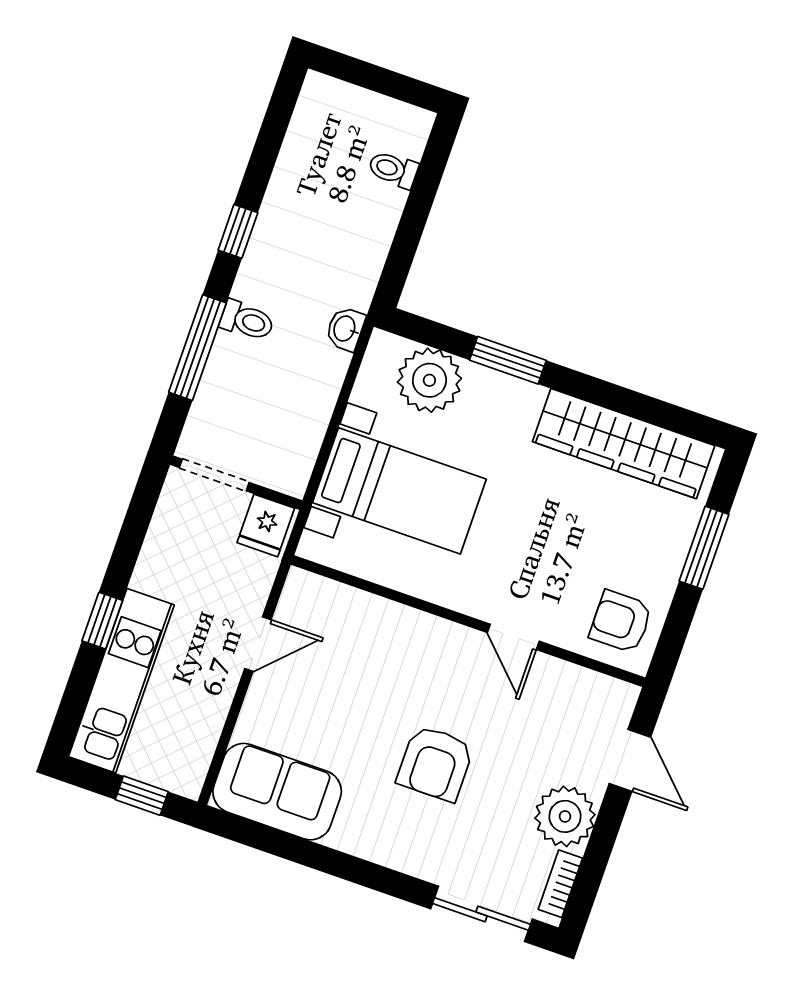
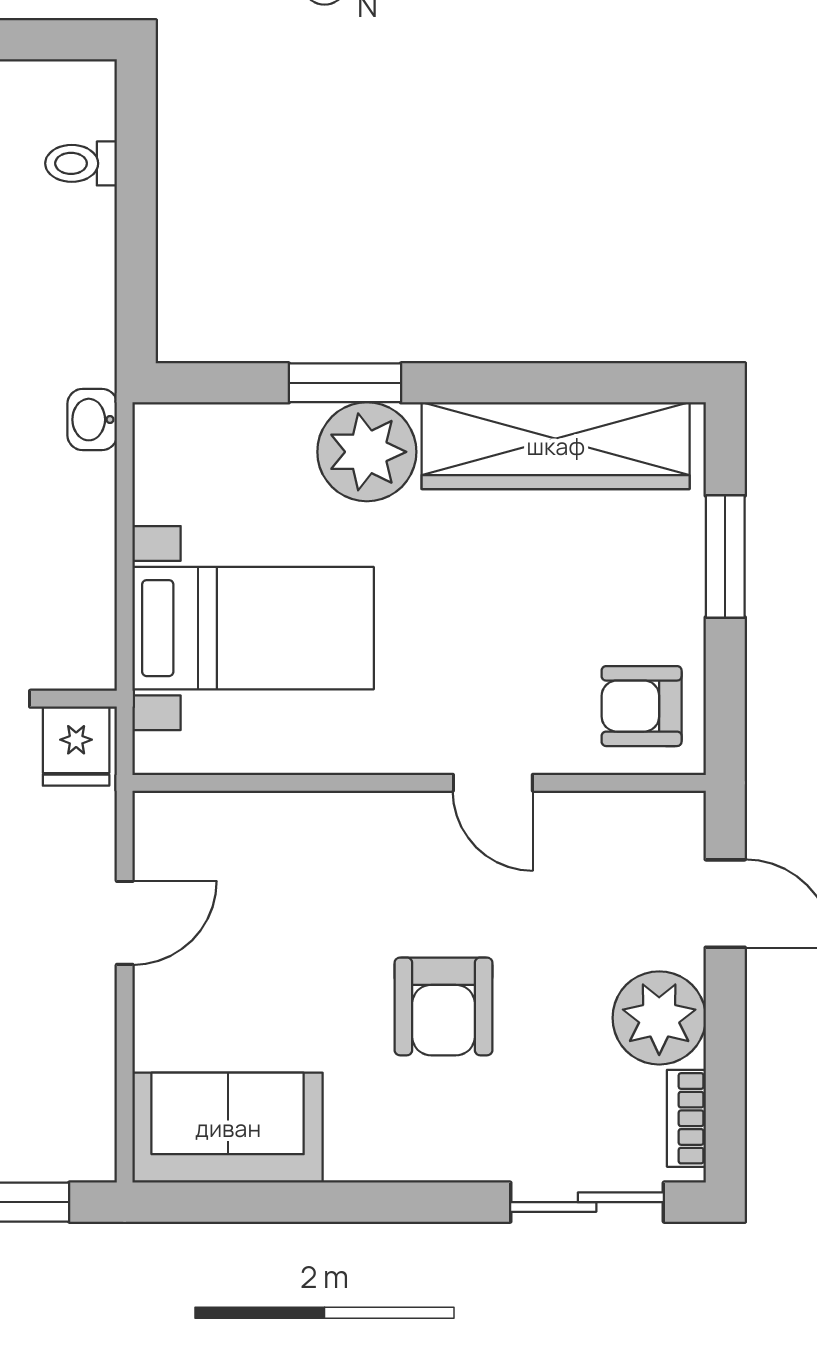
plant: (429, 380) -> (367, 452), moved

